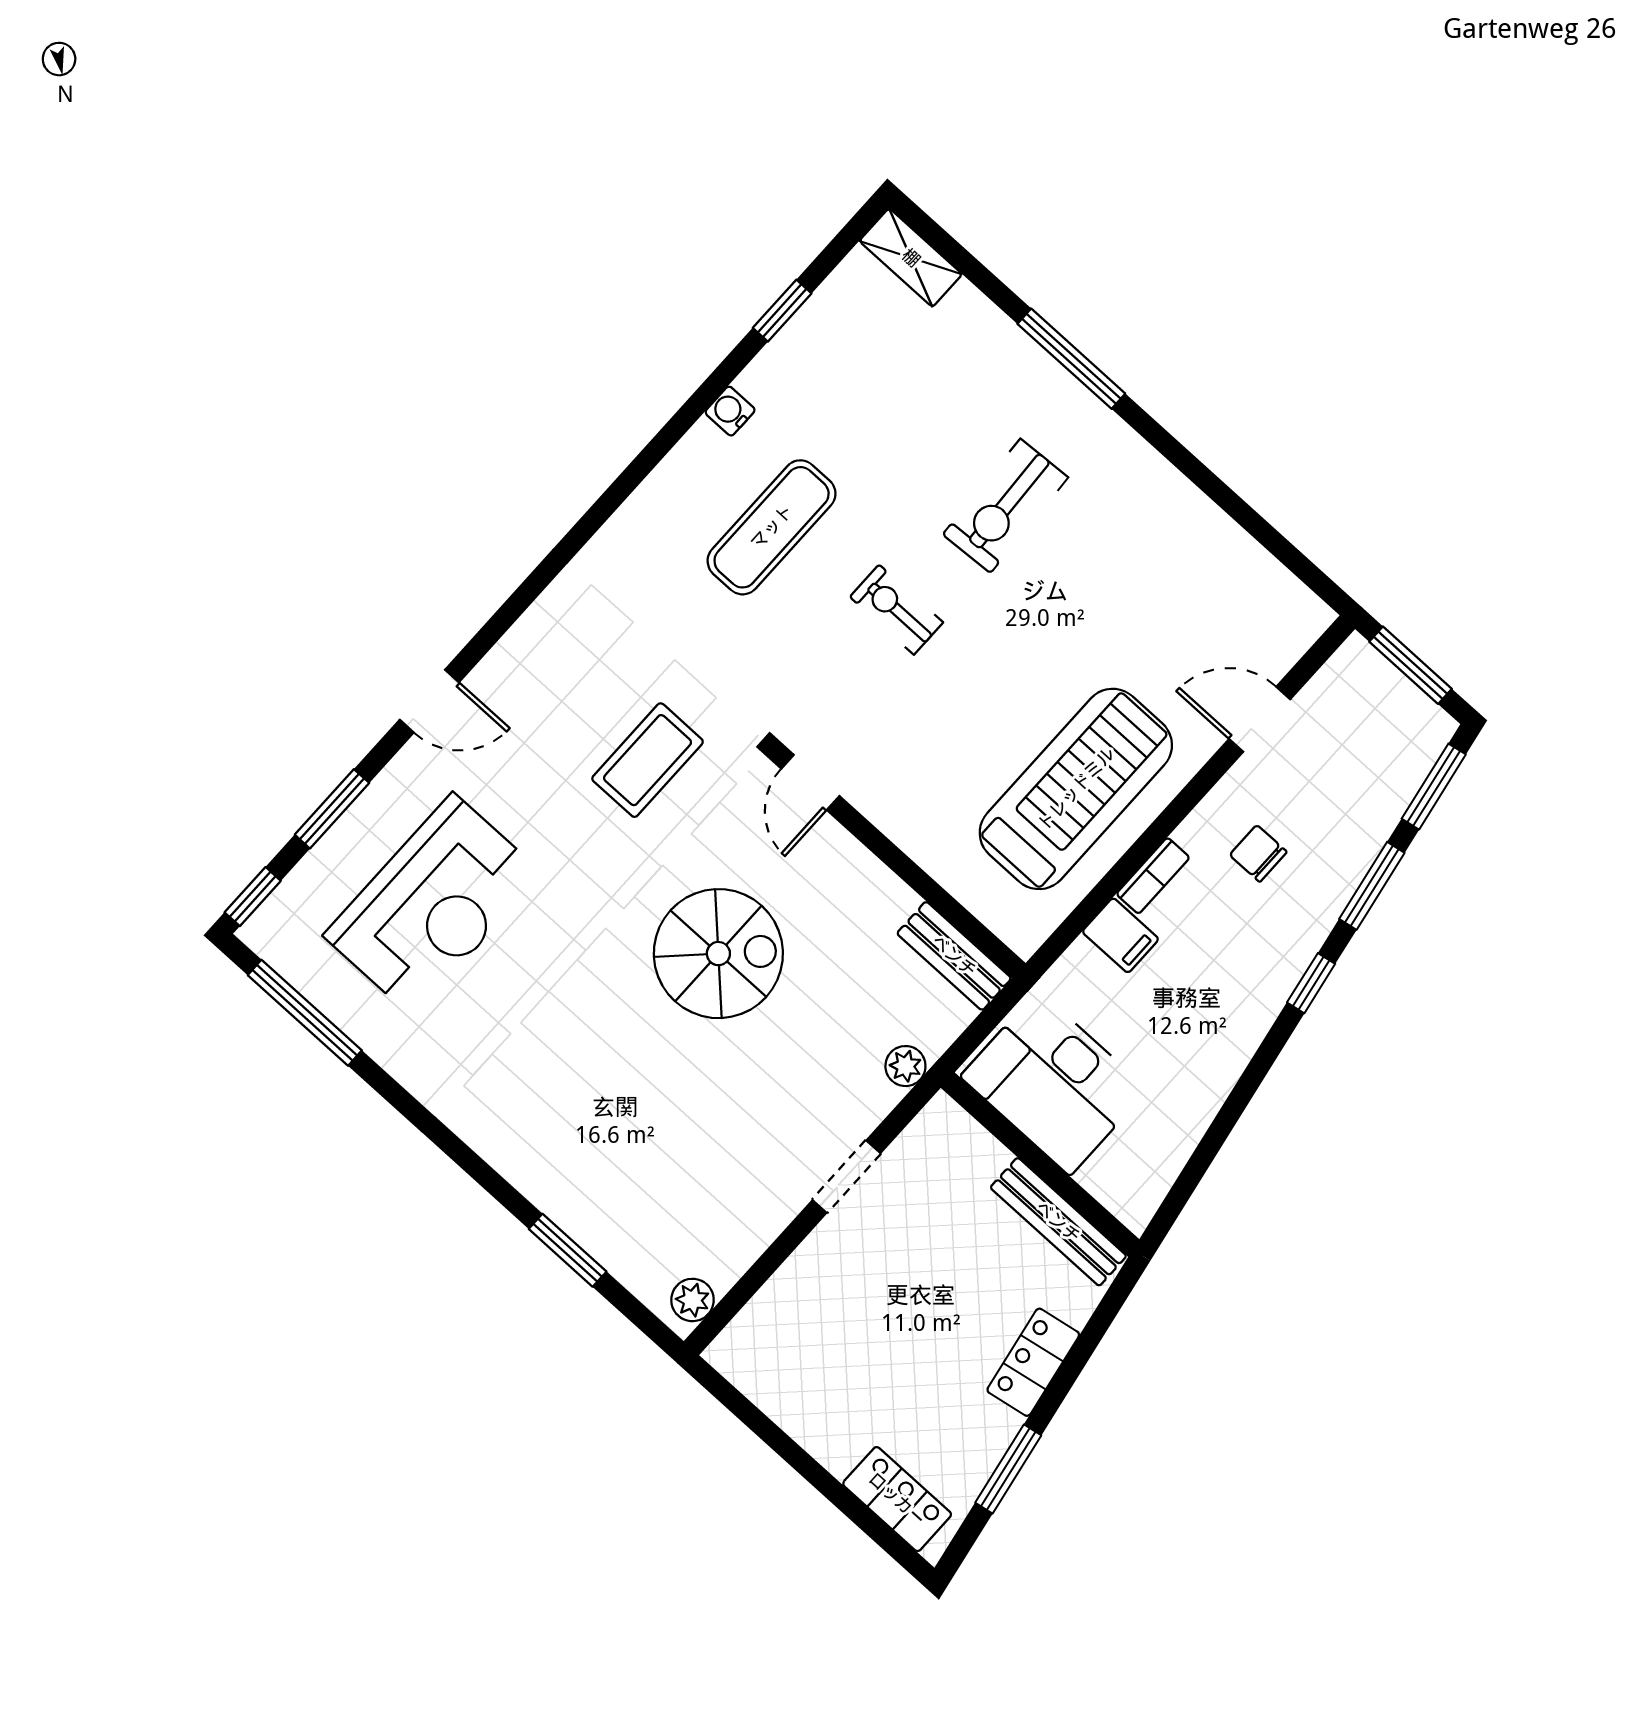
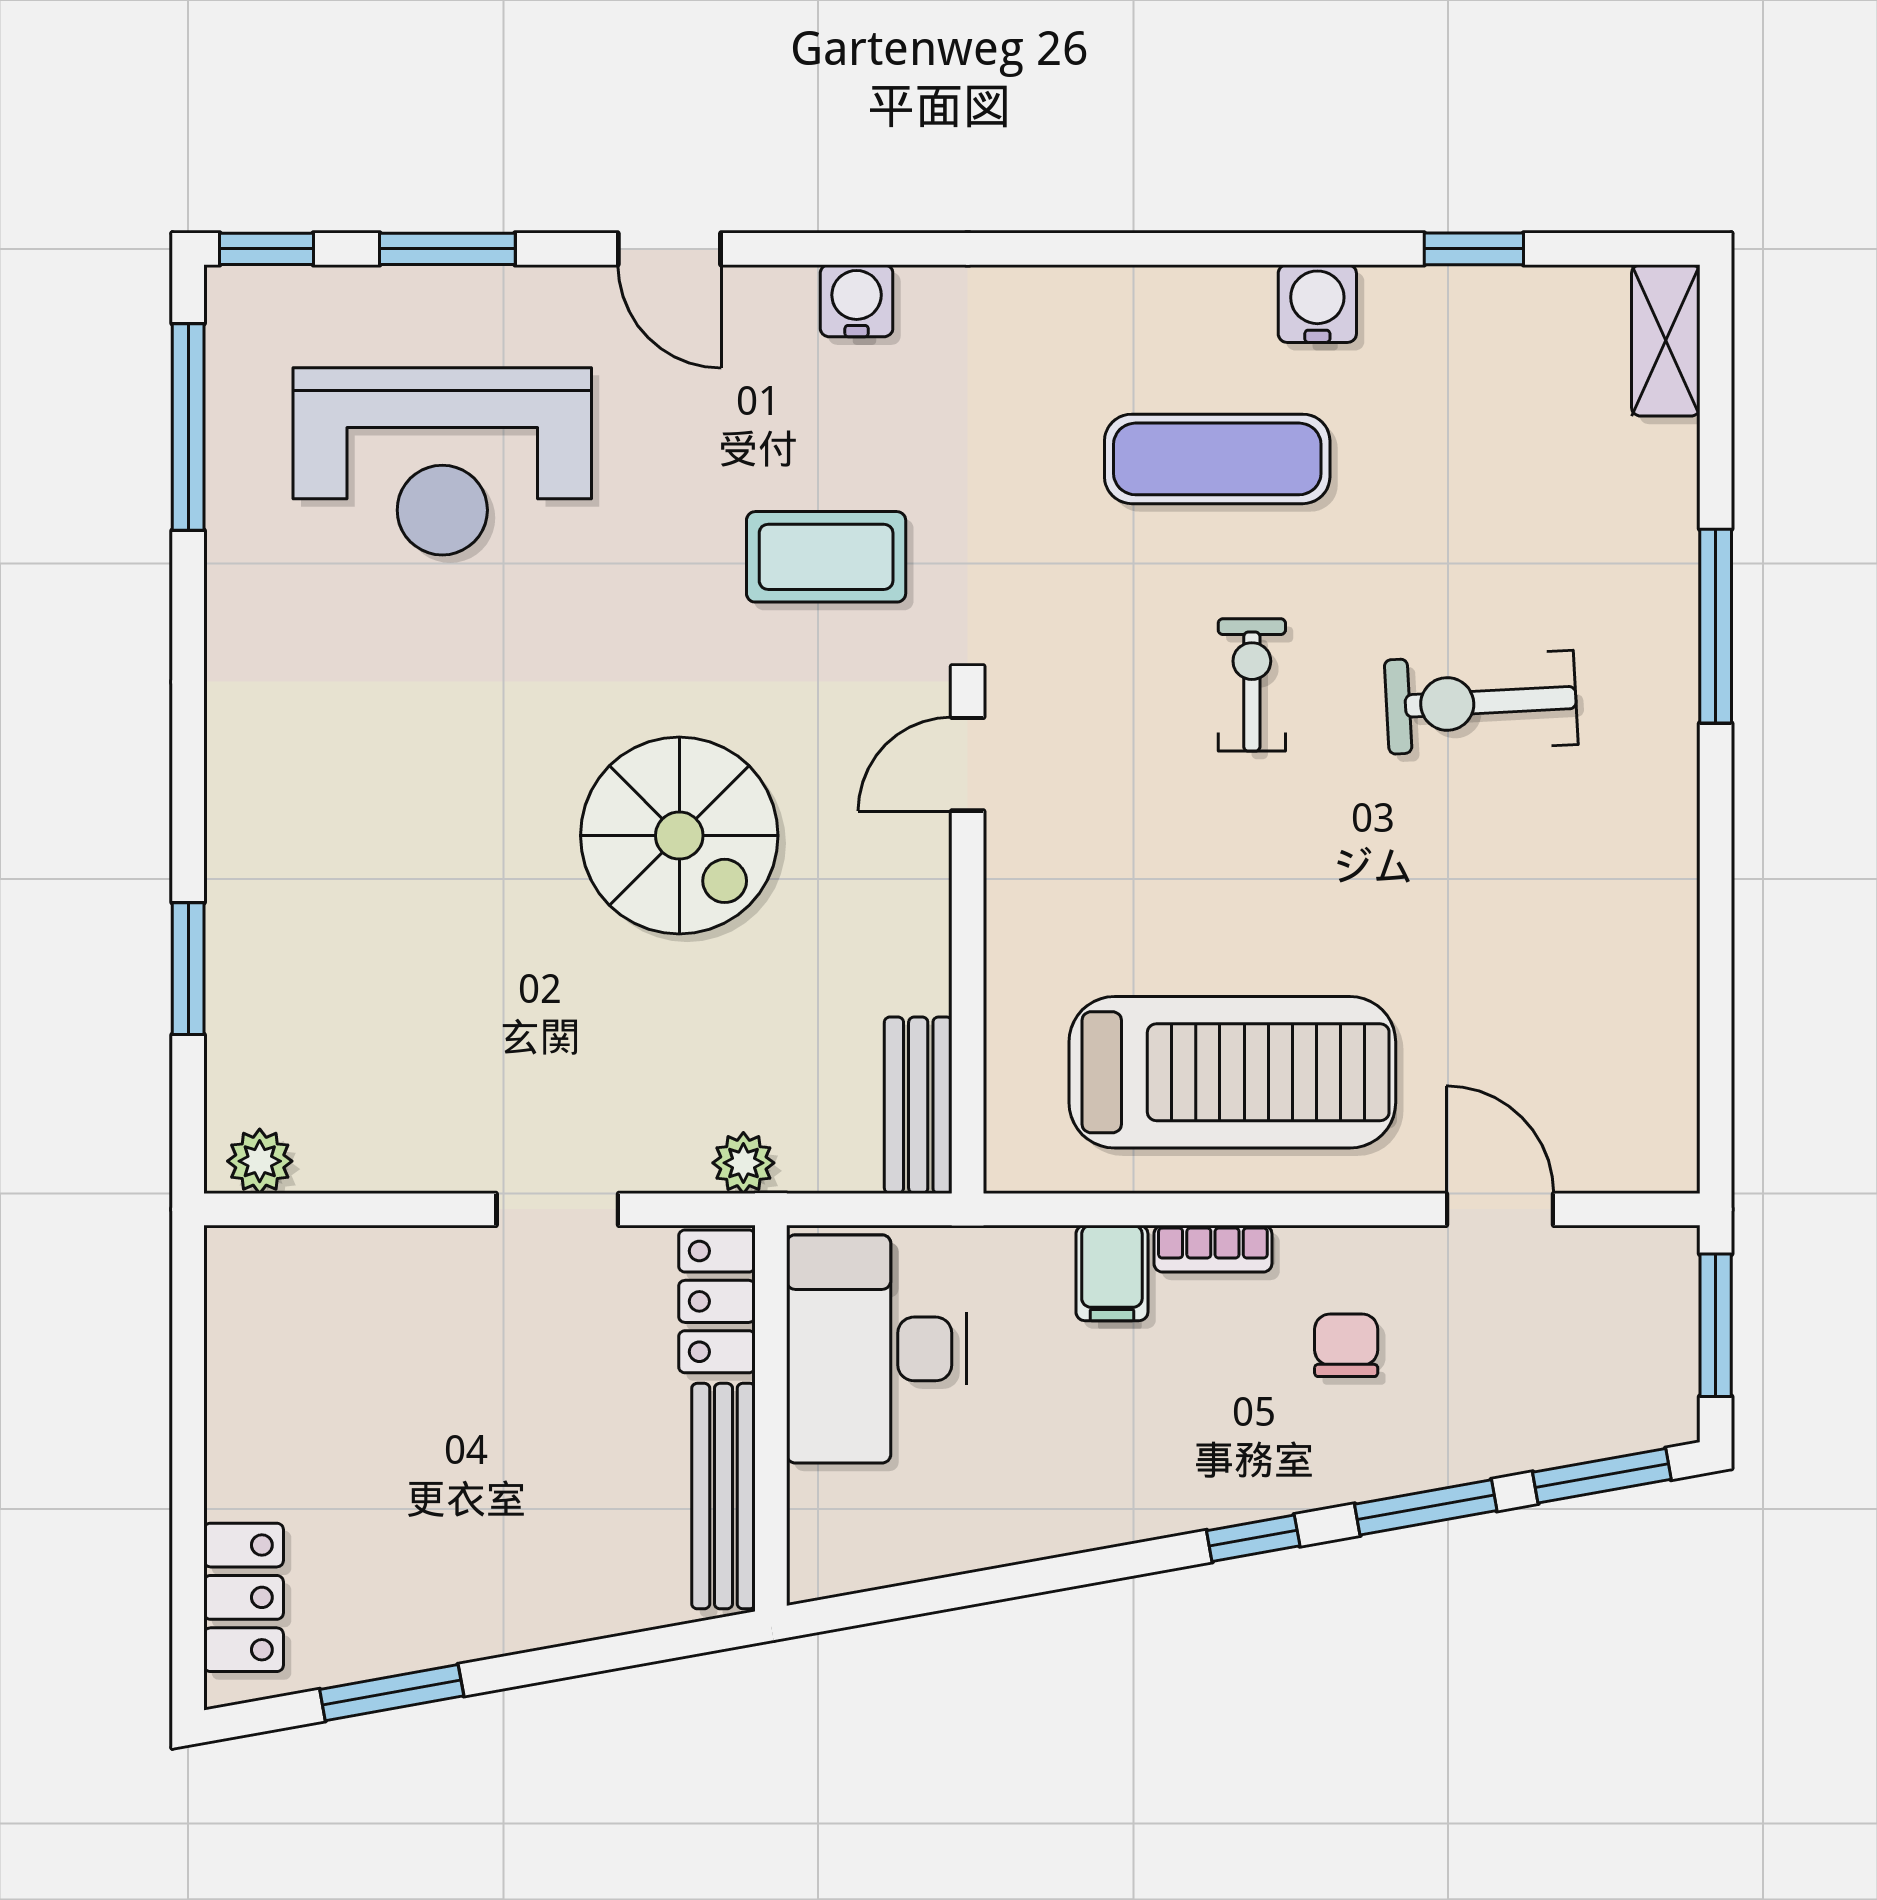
water cooler: (730, 411) -> (1317, 304), width x1.38, depth x1.38
water cooler: (537, 633) -> (857, 301), added
locker: (1033, 1362) -> (717, 1301), moved, turned -80

